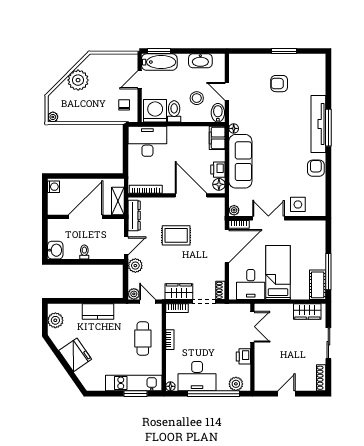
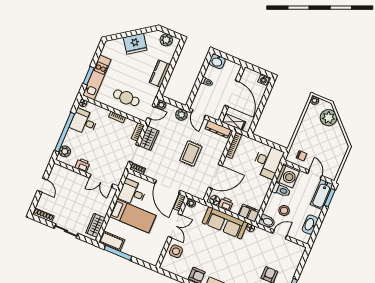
plant: (78, 80) -> (328, 118), moved
desk: (197, 376) -> (84, 122), width x0.73

